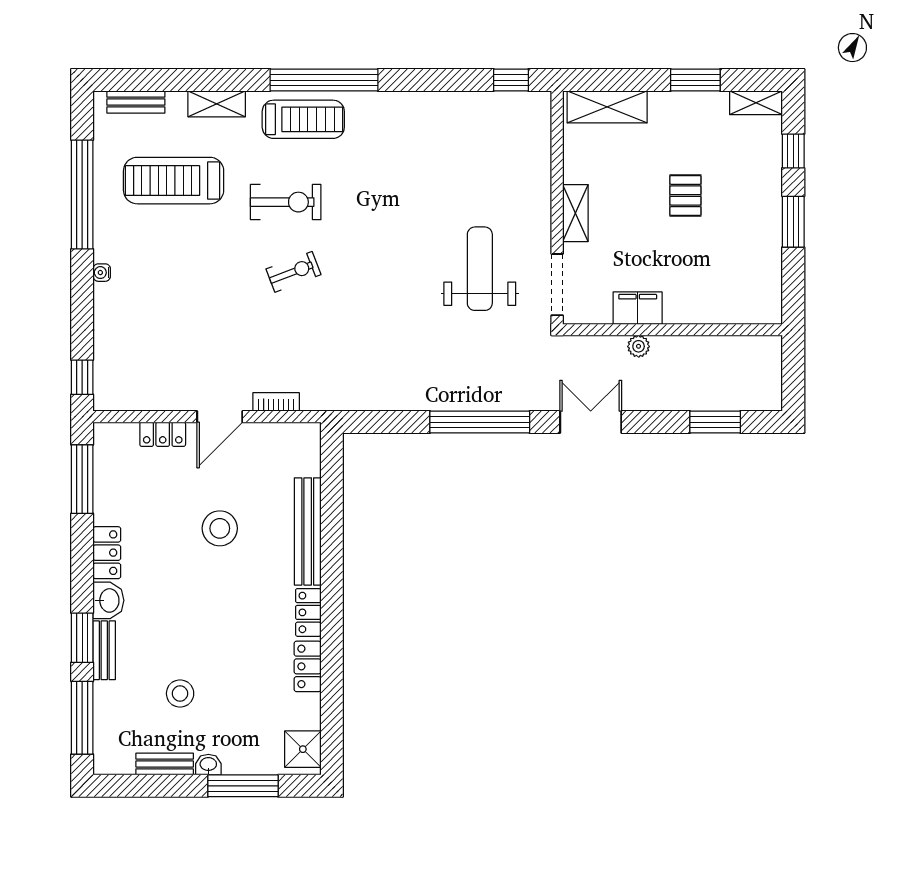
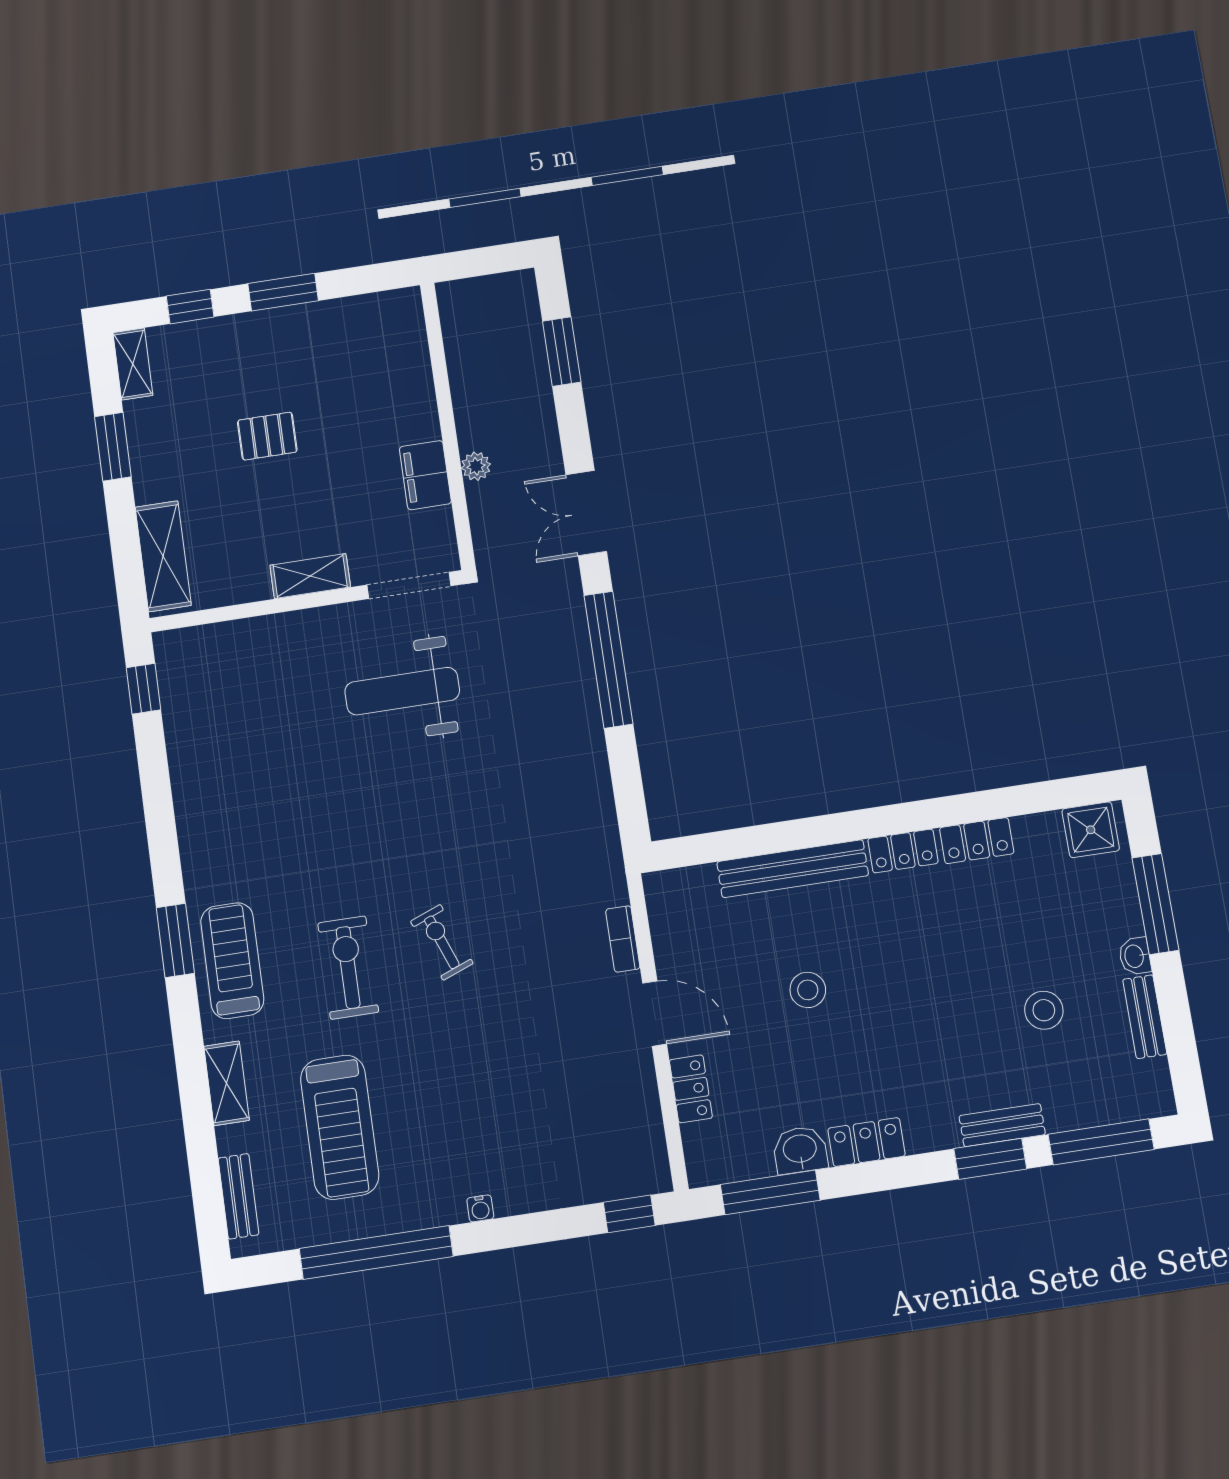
window: (324, 80) -> (175, 940), width x0.47
stool: (220, 528) -> (808, 990), width x0.73, depth x0.73
washbasin: (108, 600) -> (800, 1150), moved

